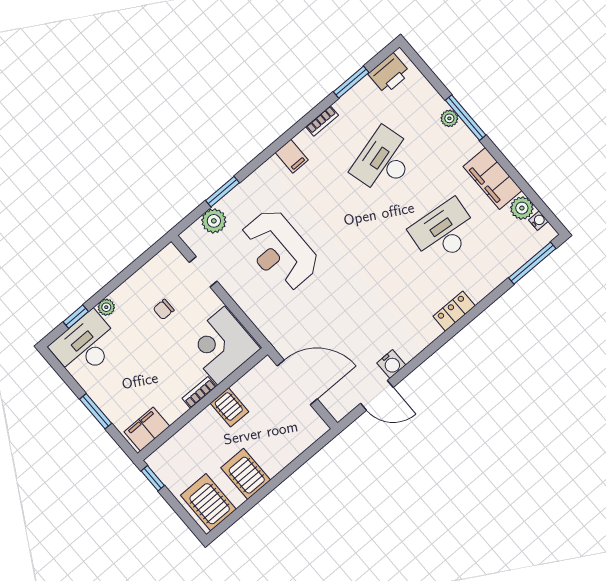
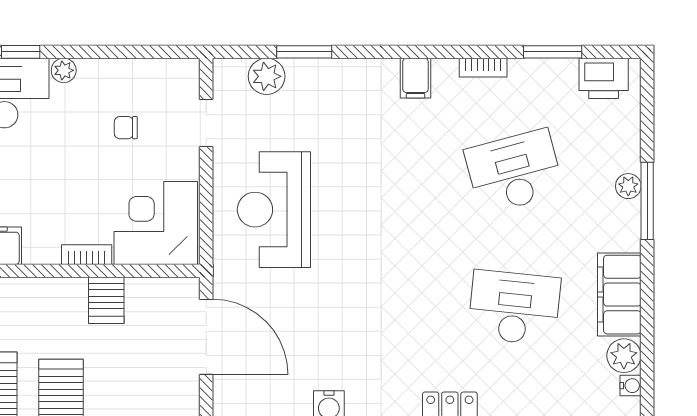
reception desk: (279, 250) -> (274, 210), moved

